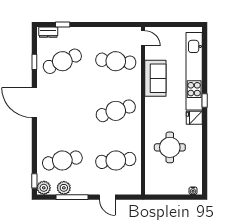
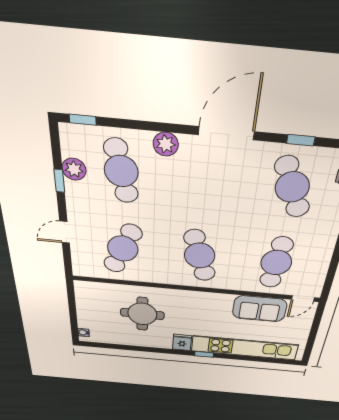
sofa: (155, 78) -> (260, 309), moved
cafe table: (116, 160) -> (123, 249), turned 30
plant: (44, 188) -> (166, 144), moved
window: (72, 197) -> (59, 181), width x0.46

